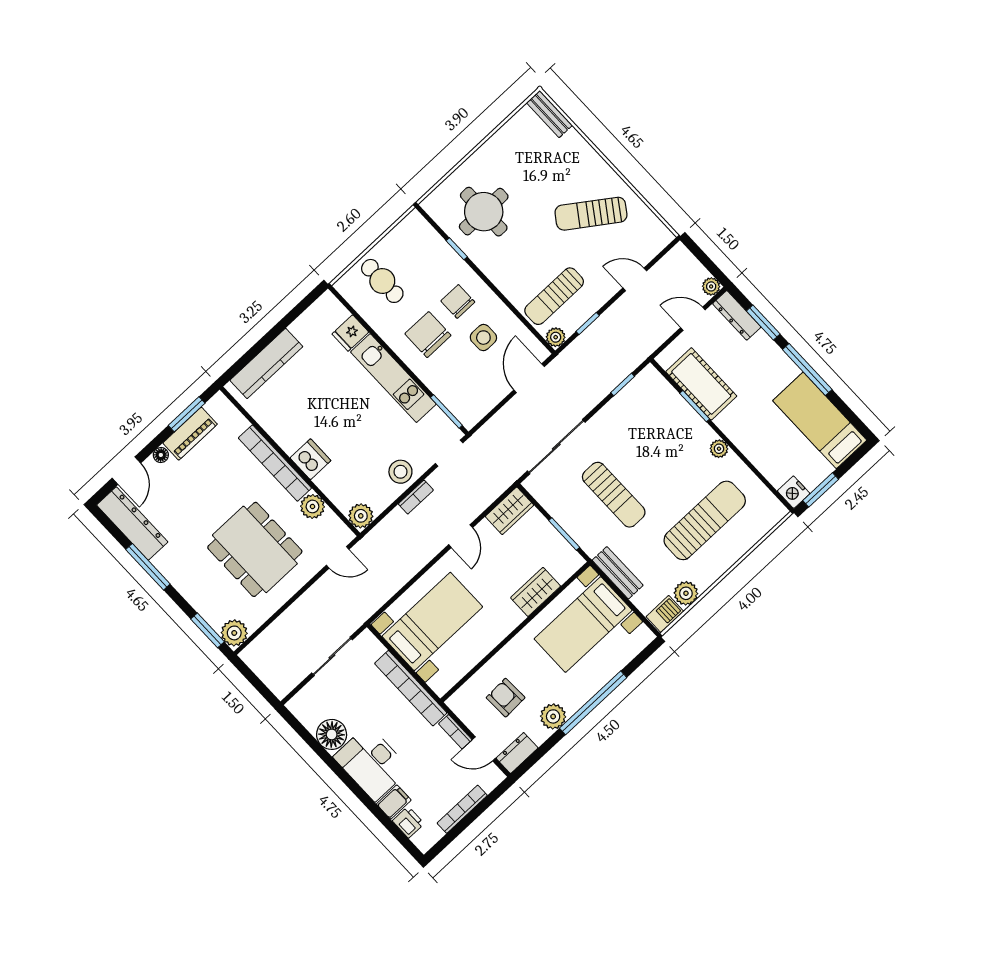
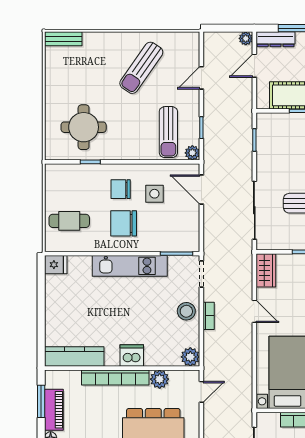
fridge: (350, 333) -> (56, 265), moved, turned -90
kitchen counter: (266, 363) -> (74, 356), moved, turned -90

